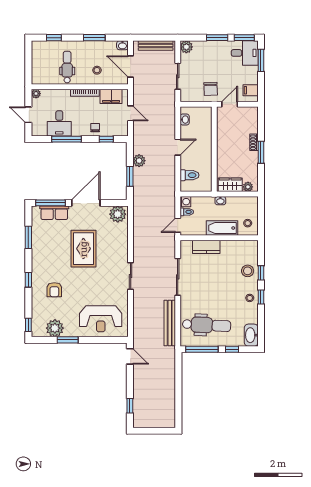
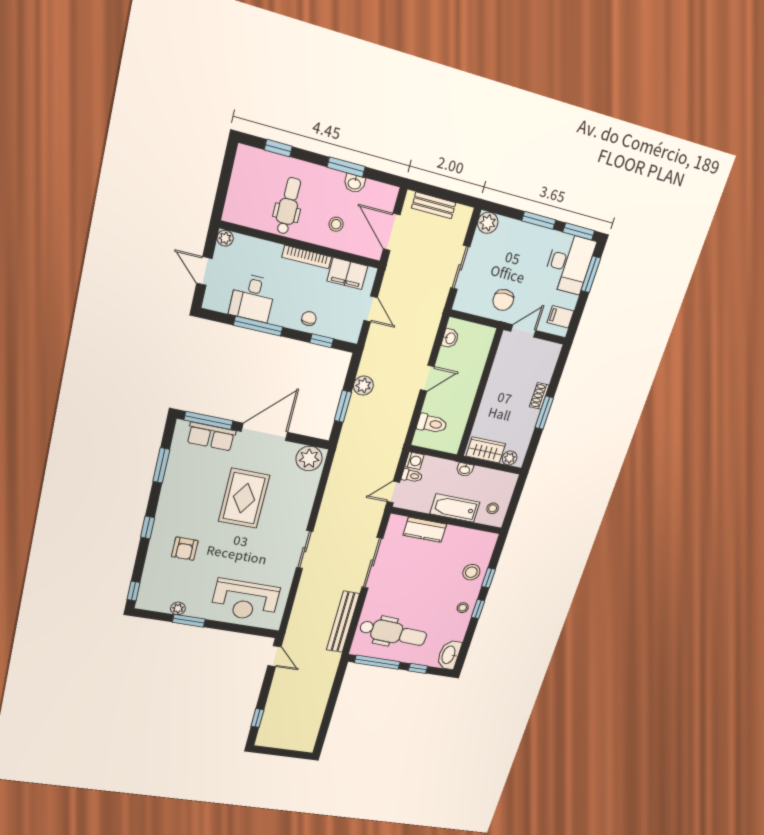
washbasin: (122, 45) -> (354, 183), moved
bench: (156, 45) -> (434, 205), width x0.73
desk: (245, 53) -> (569, 263), width x1.37
plant: (55, 328) -> (178, 608), width x0.53, depth x0.53

